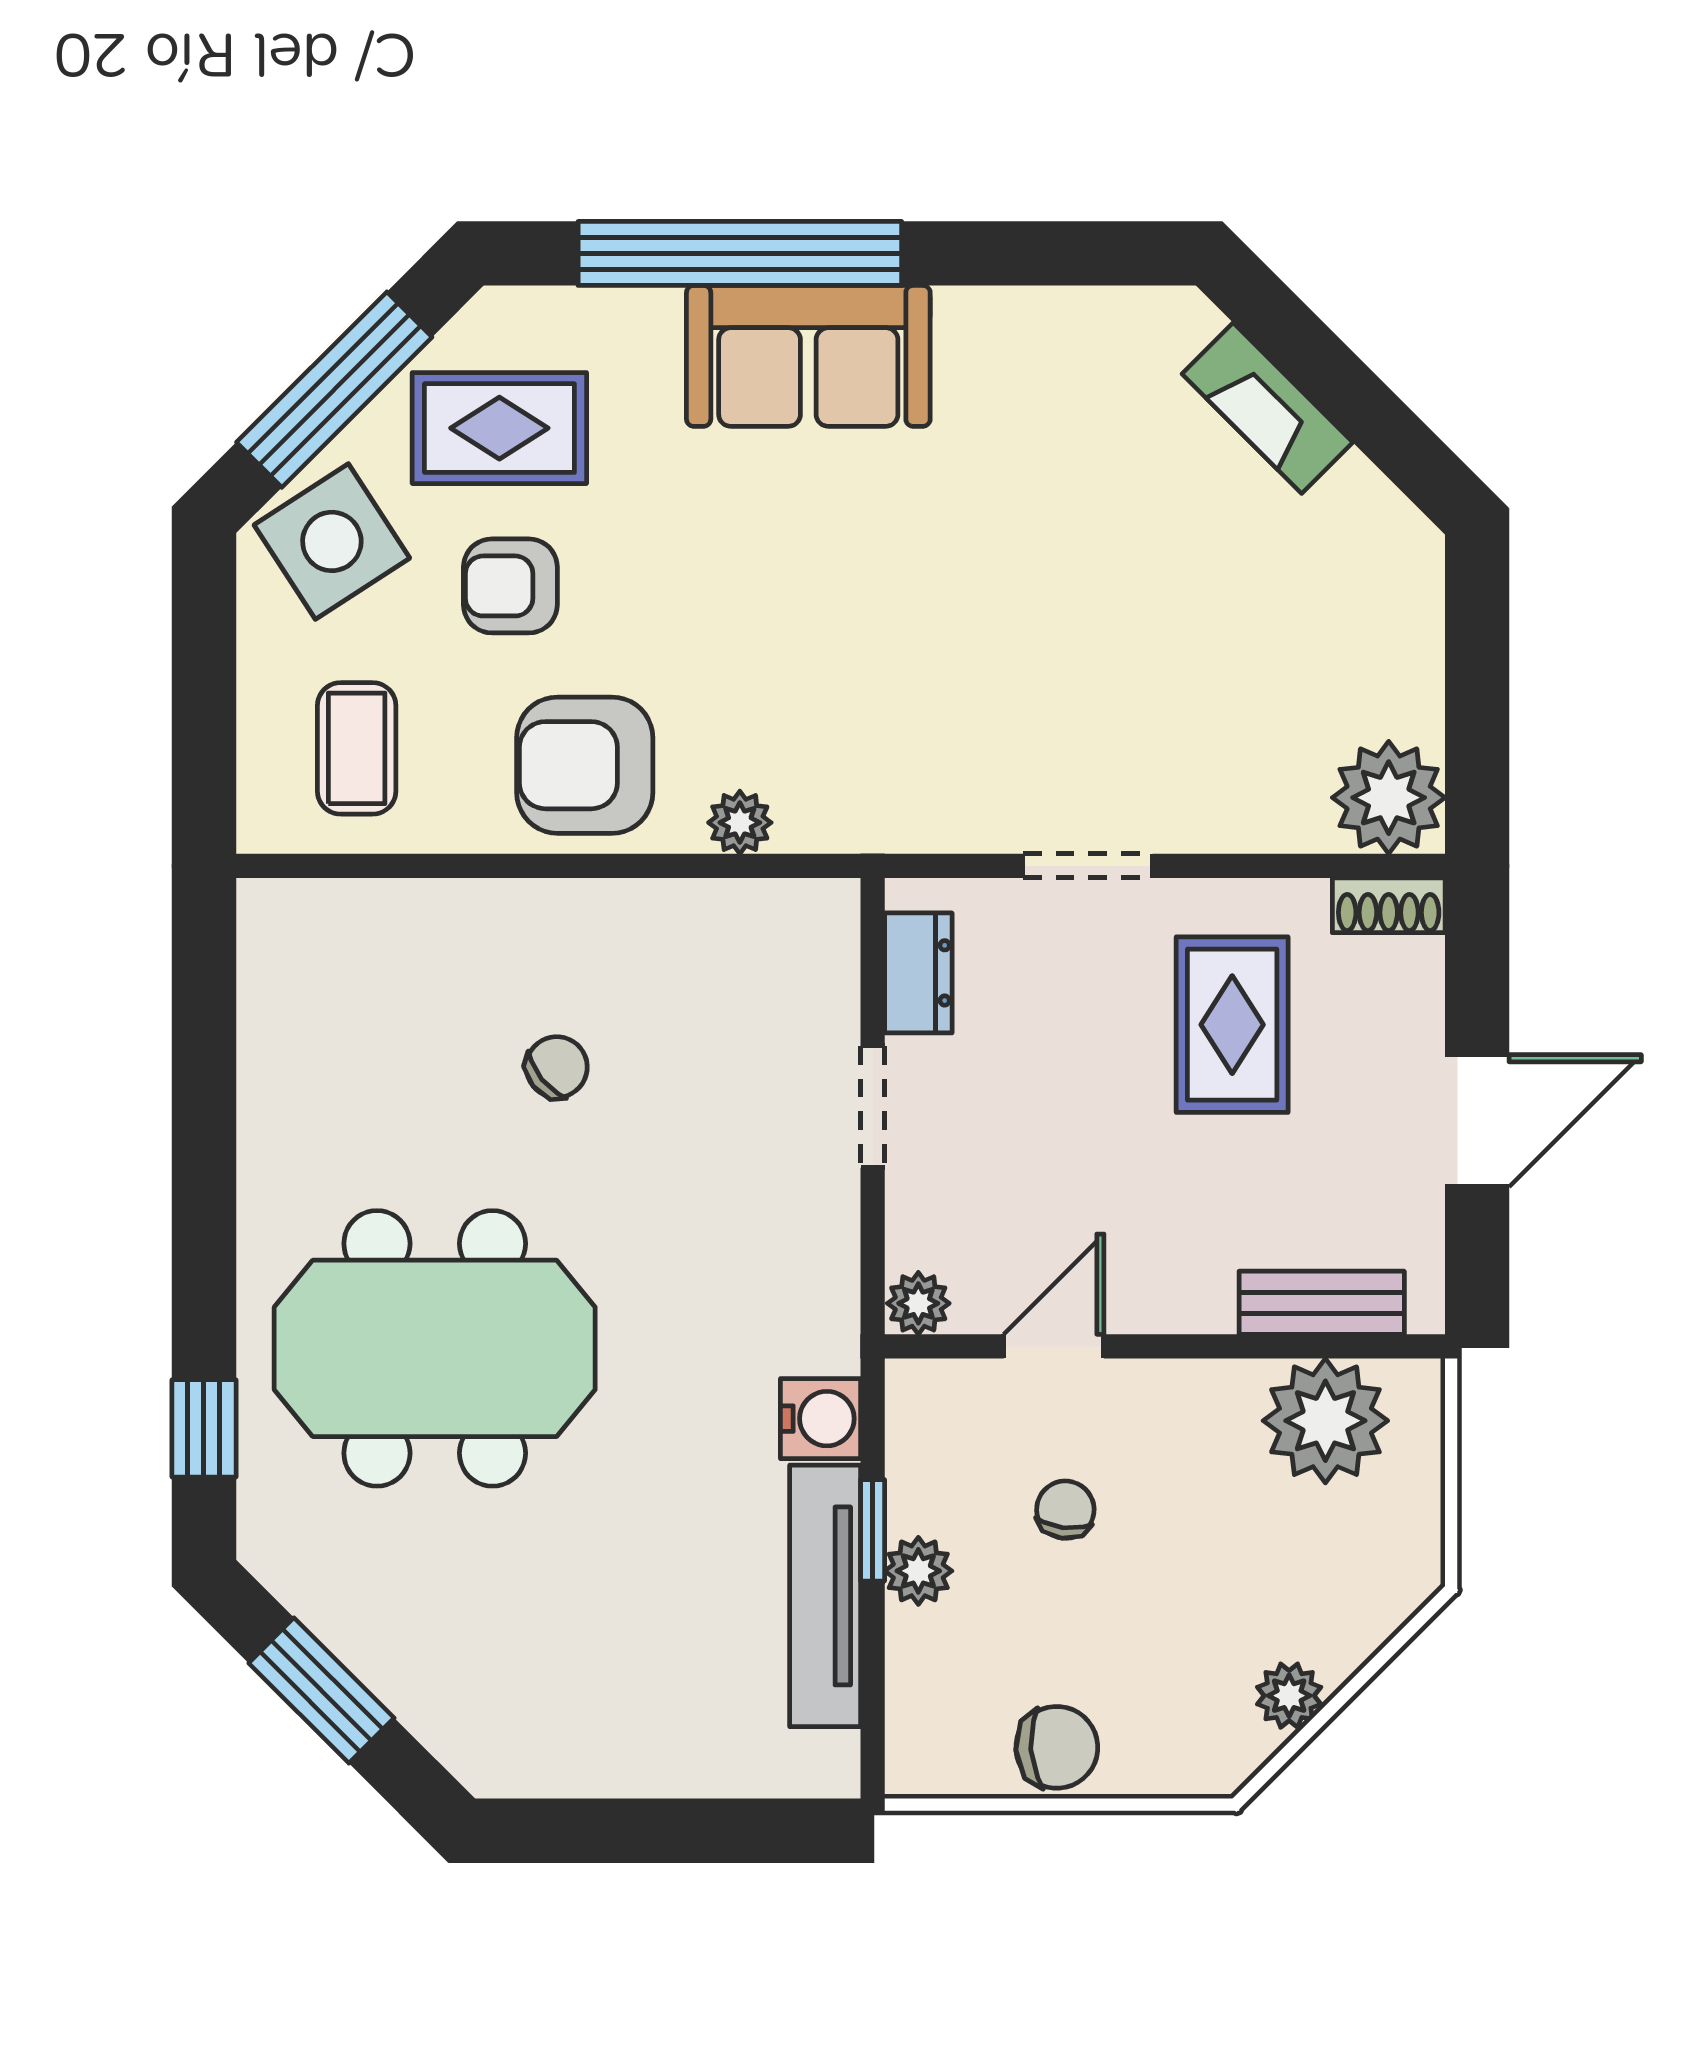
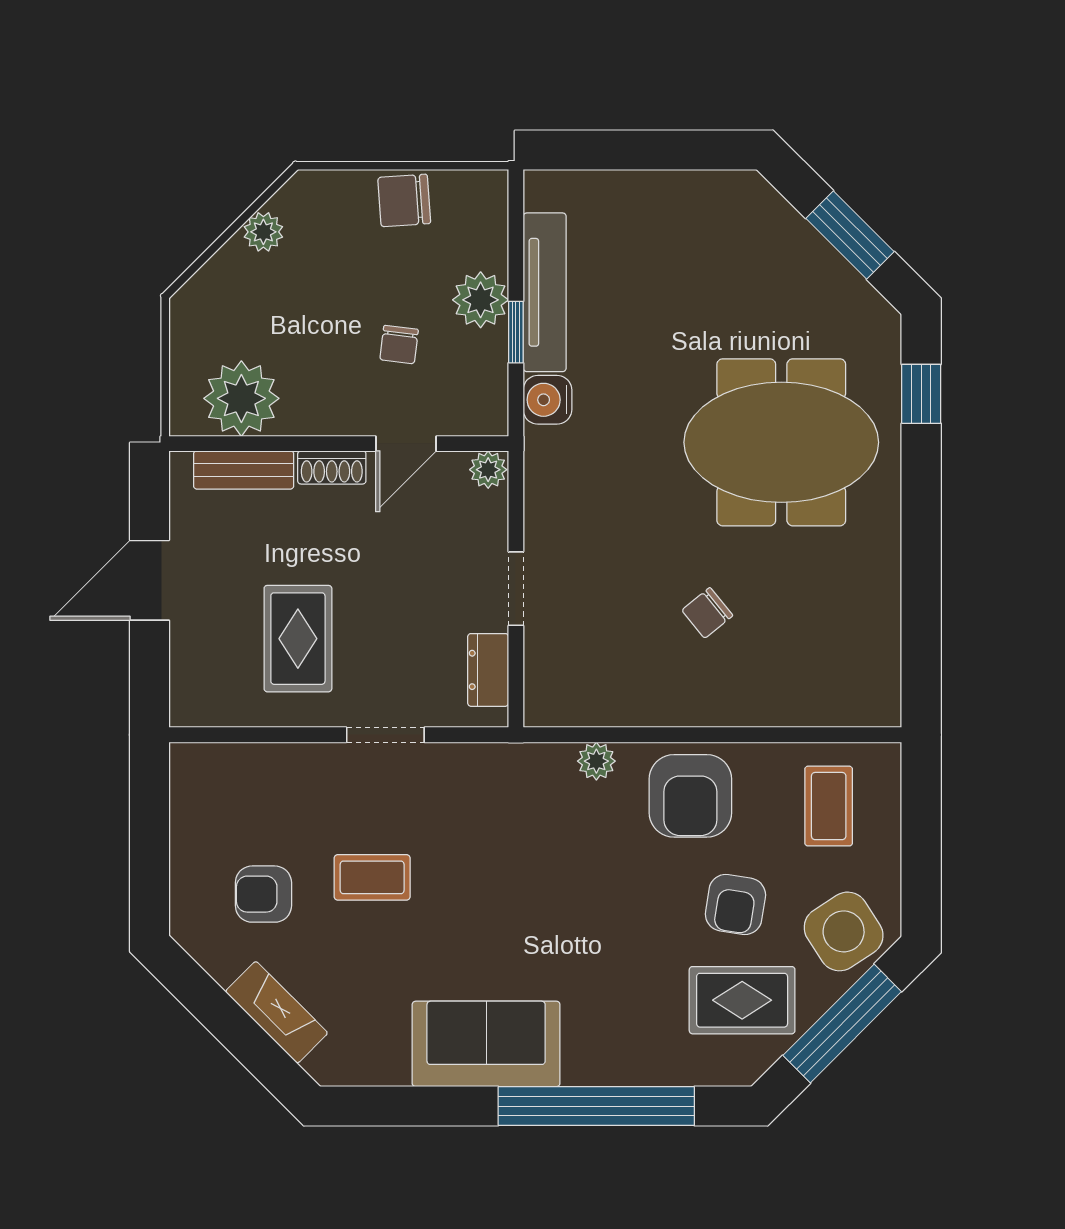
sofa: (808, 356) -> (486, 1044), moved
armchair: (510, 586) -> (735, 904), turned 99
armchair: (1289, 603) -> (263, 894), added
coffee table: (1110, 631) -> (372, 877), added
armchair: (585, 765) -> (690, 796), turned 90
plant: (1389, 798) -> (203, 776), removed
shoe rack: (1389, 905) -> (332, 467), moved, turned 180
plant: (918, 1571) -> (481, 300), width x1.38, depth x1.38

